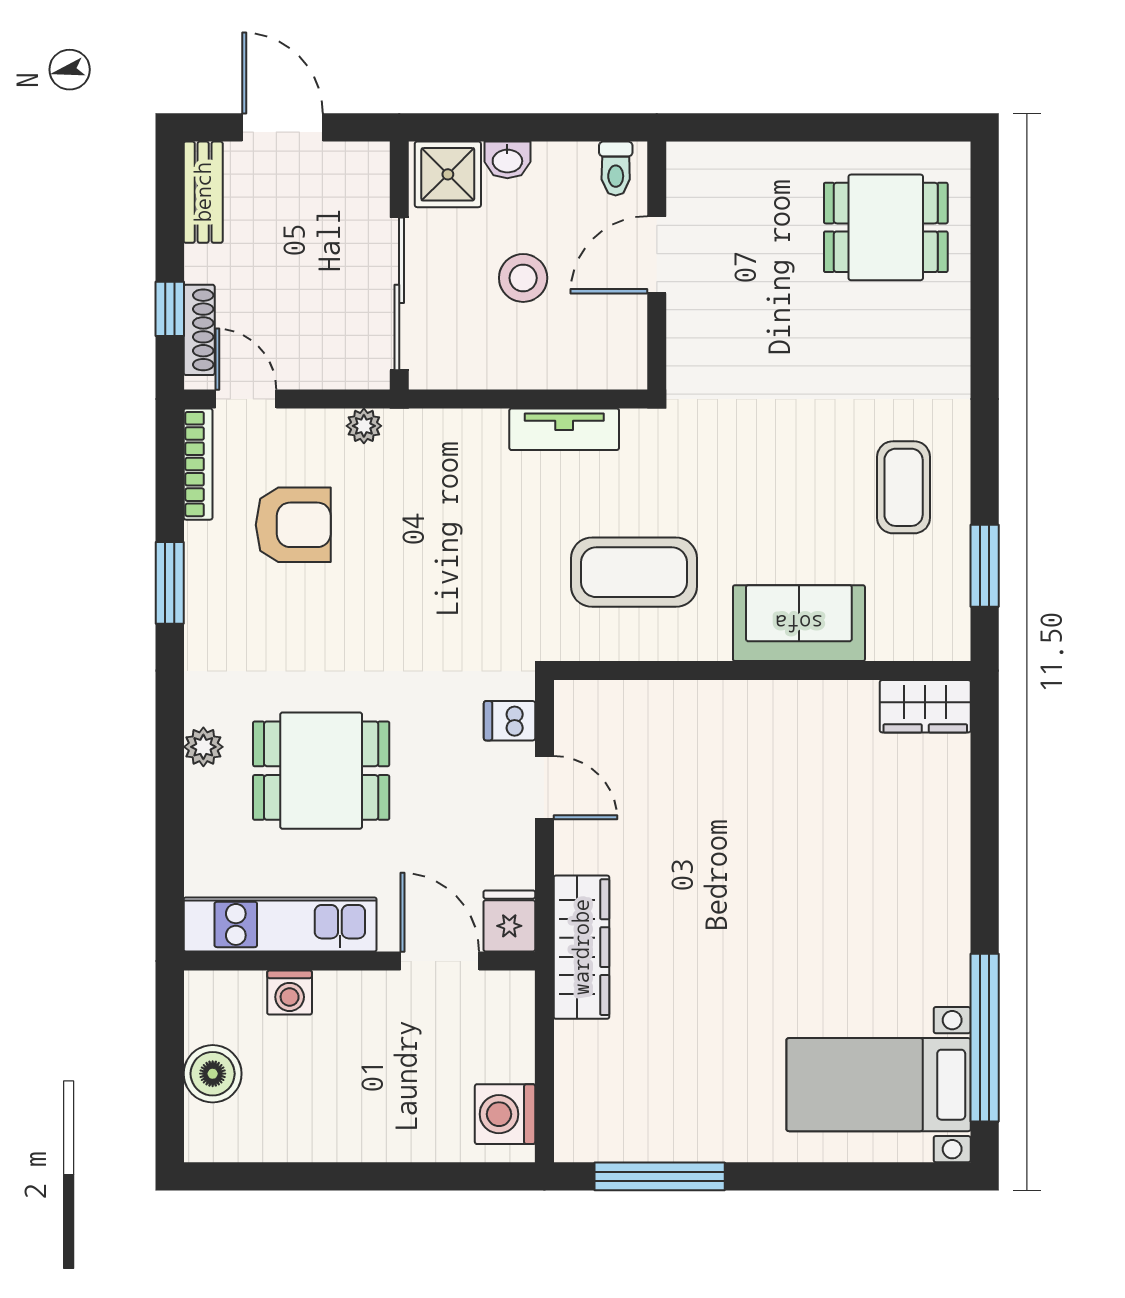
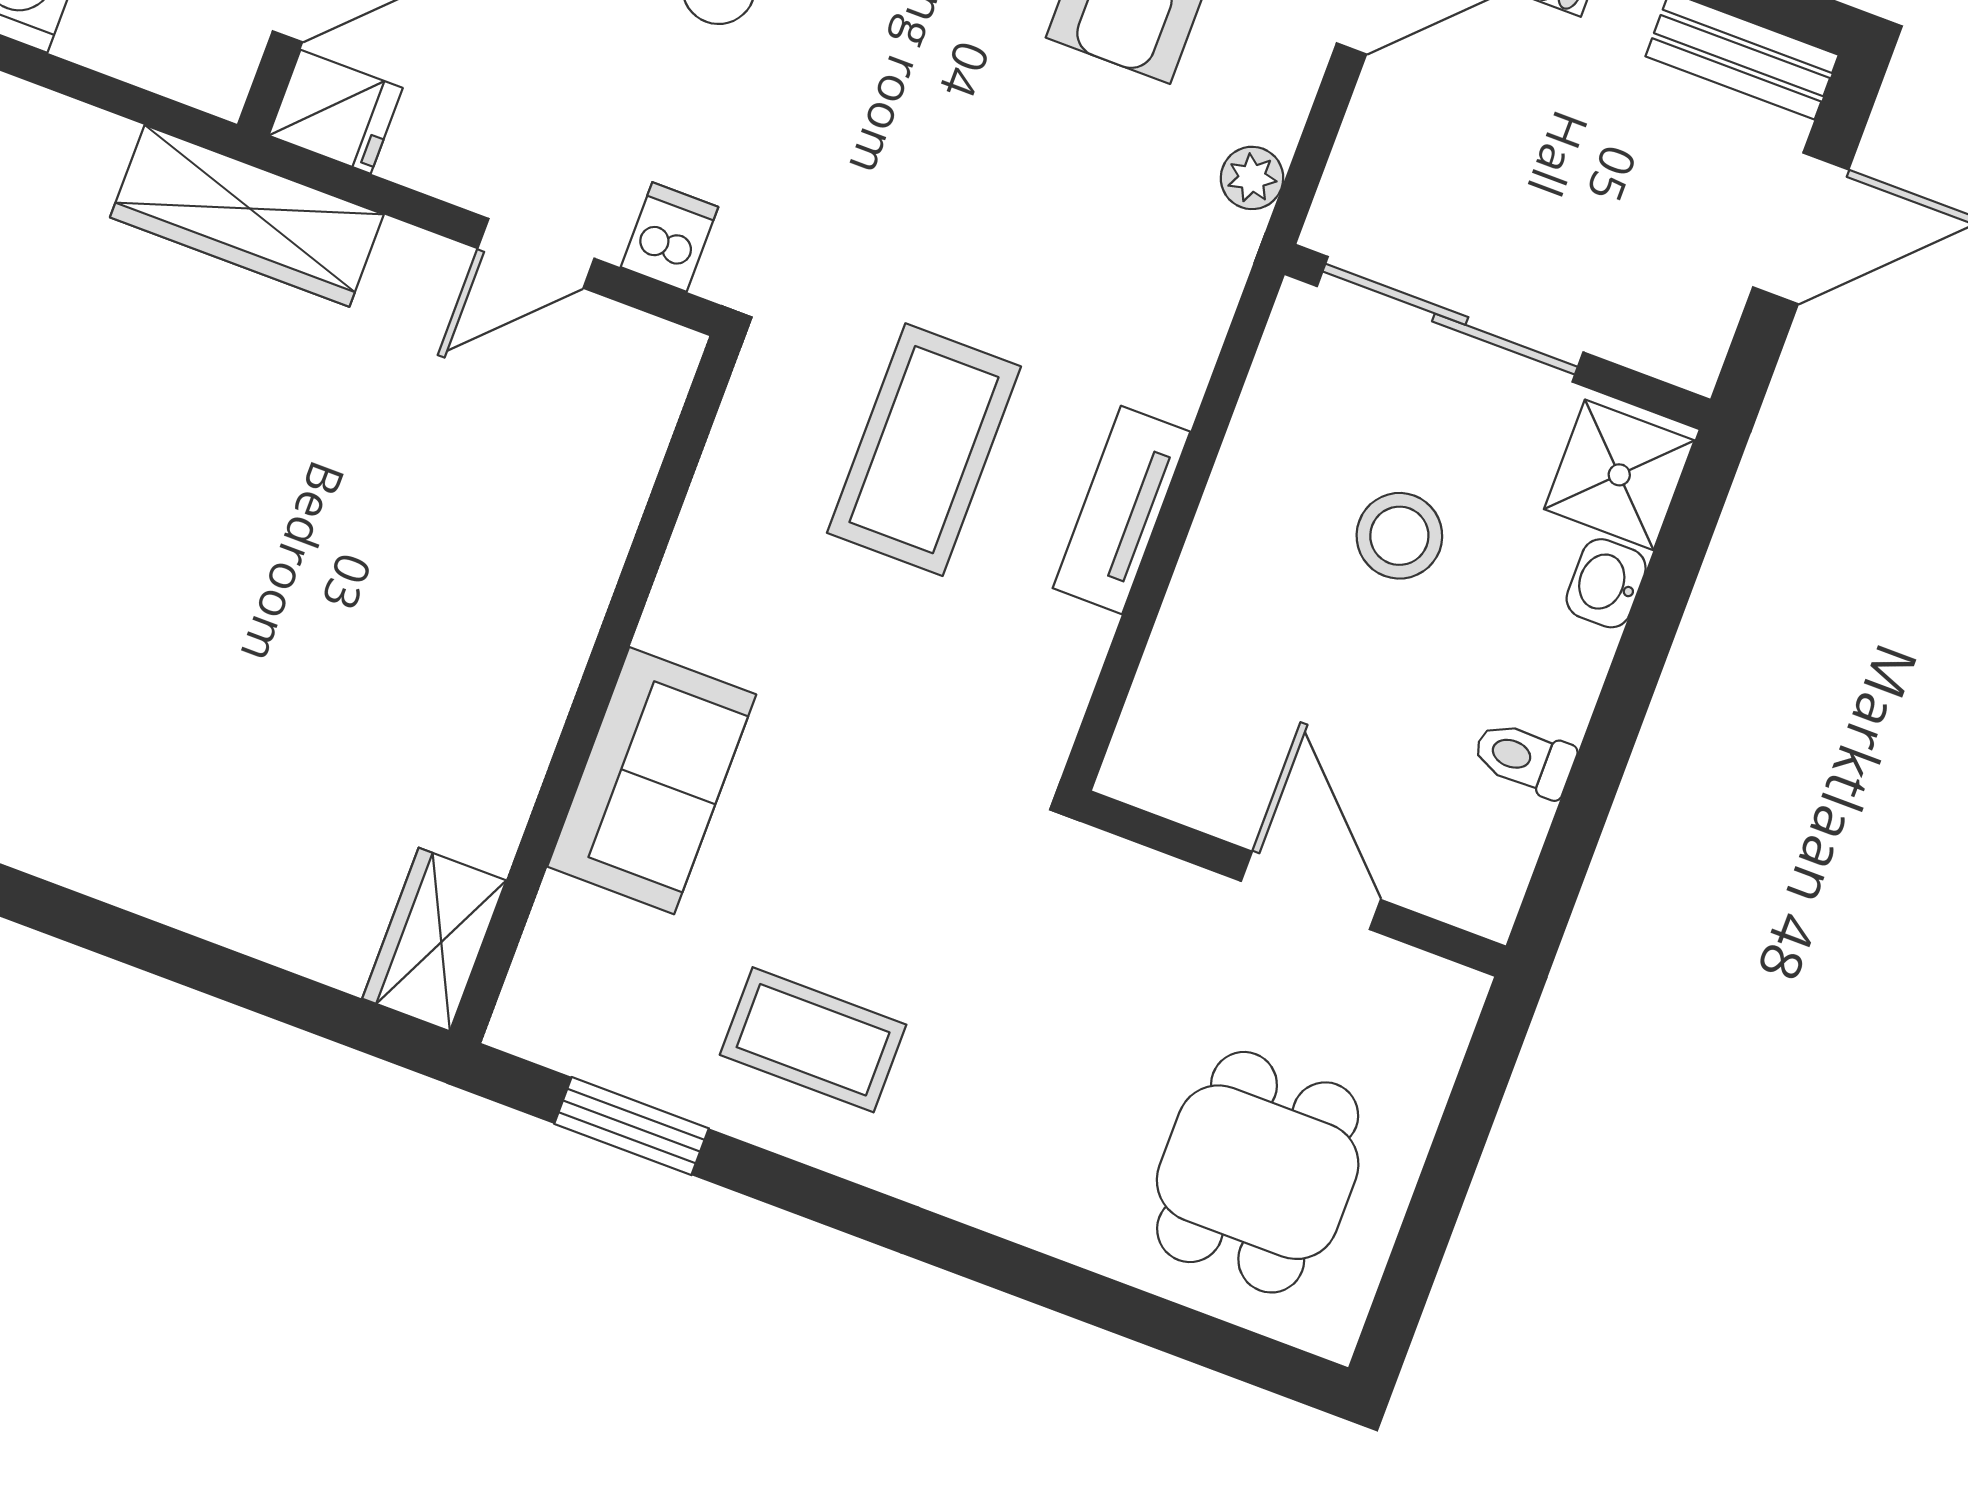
door: (657, 255) -> (1311, 890), moved
wall: (657, 266) -> (1293, 884), moved
coffee table: (634, 572) -> (924, 450), moved

